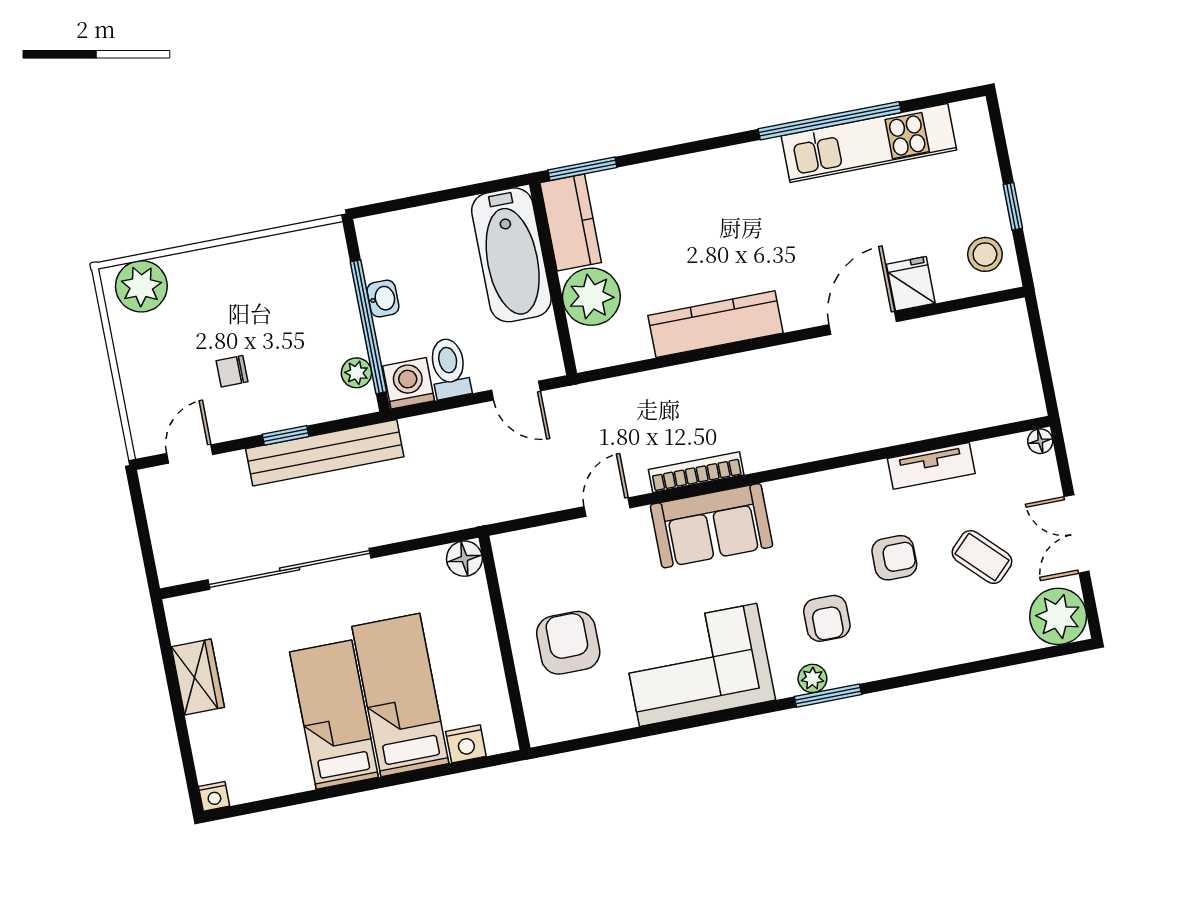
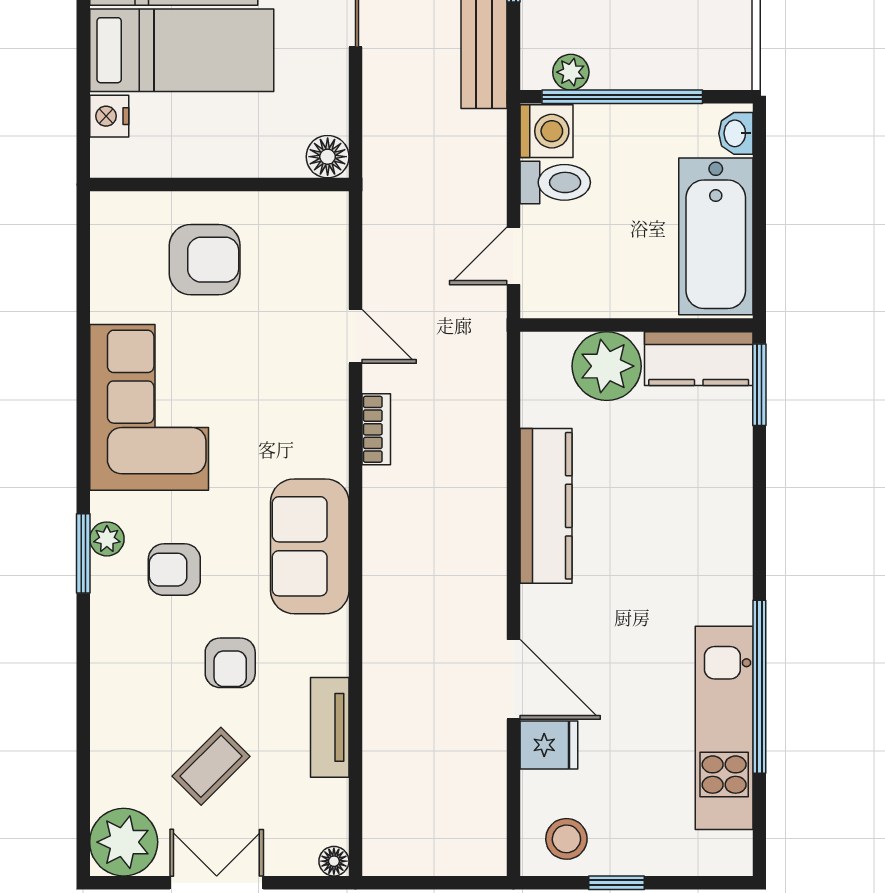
bathtub: (511, 255) -> (716, 236), moved, turned -90
washbasin: (383, 299) -> (736, 133), moved, turned 90
bookcase: (696, 472) -> (376, 429), width x0.64
sofa: (711, 526) -> (310, 546), moved

